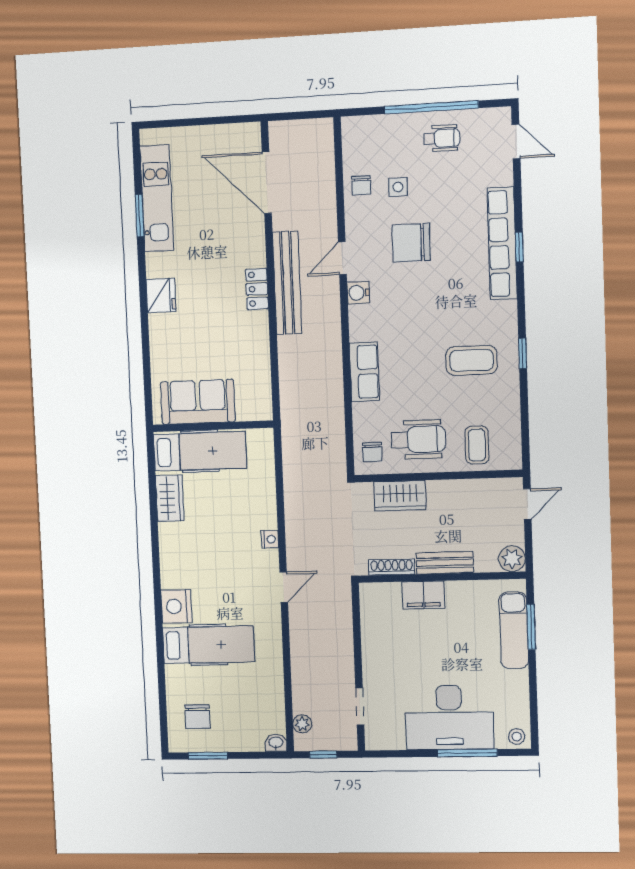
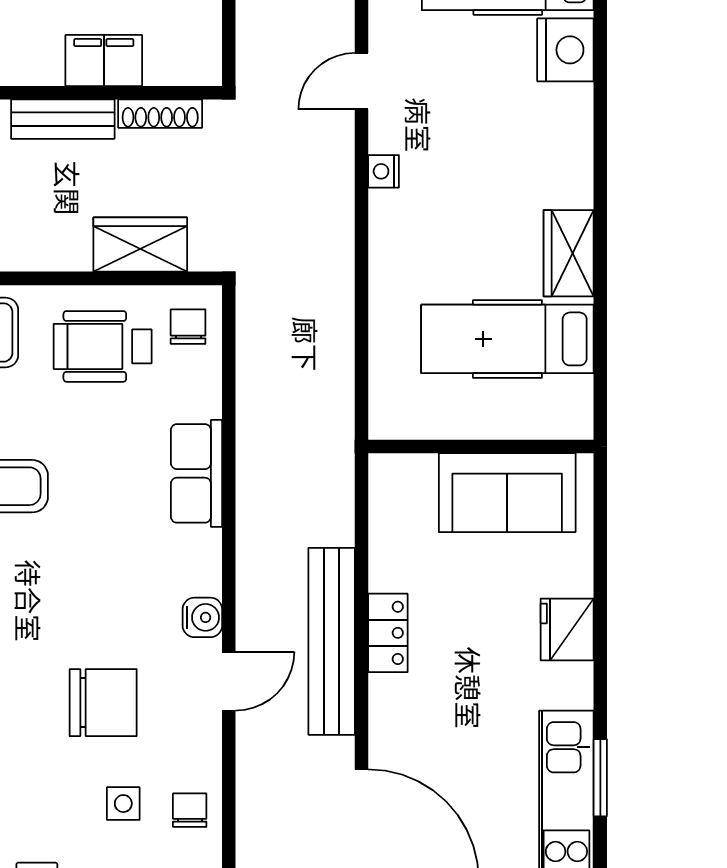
sofa: (198, 402) -> (507, 493), moved
wall: (213, 426) -> (481, 446), moved

